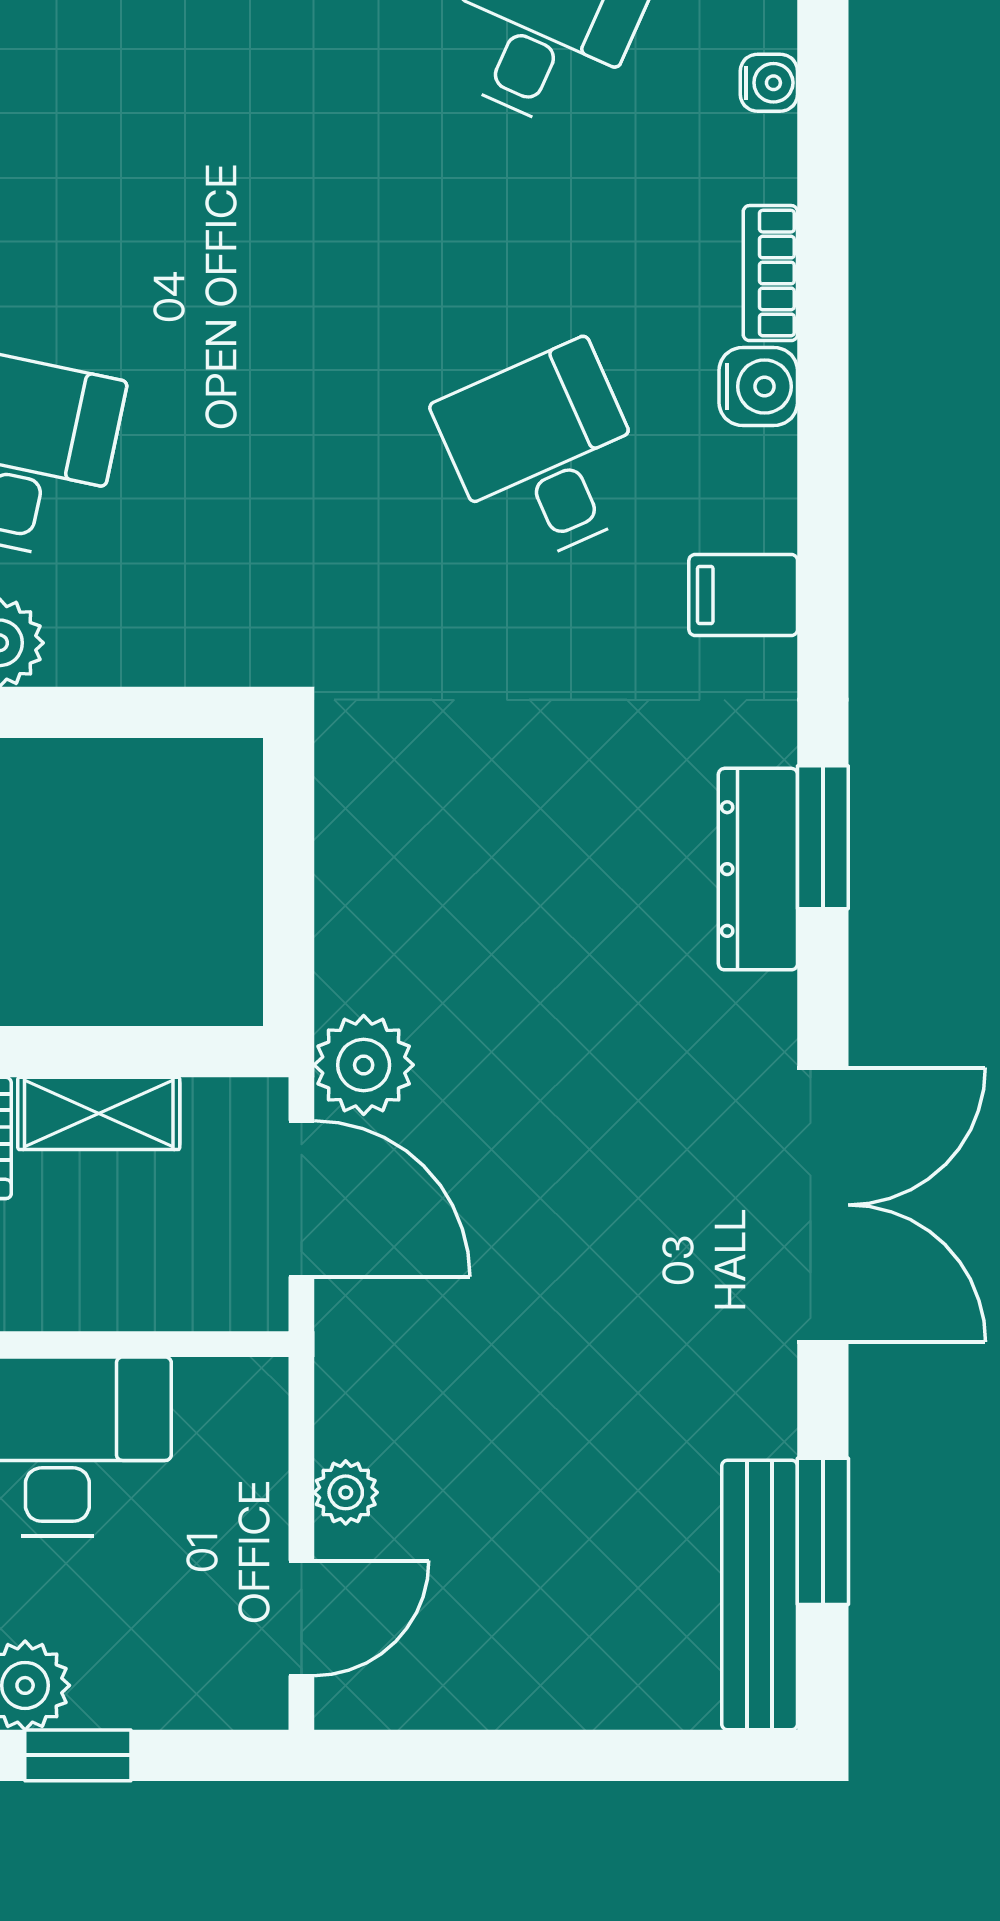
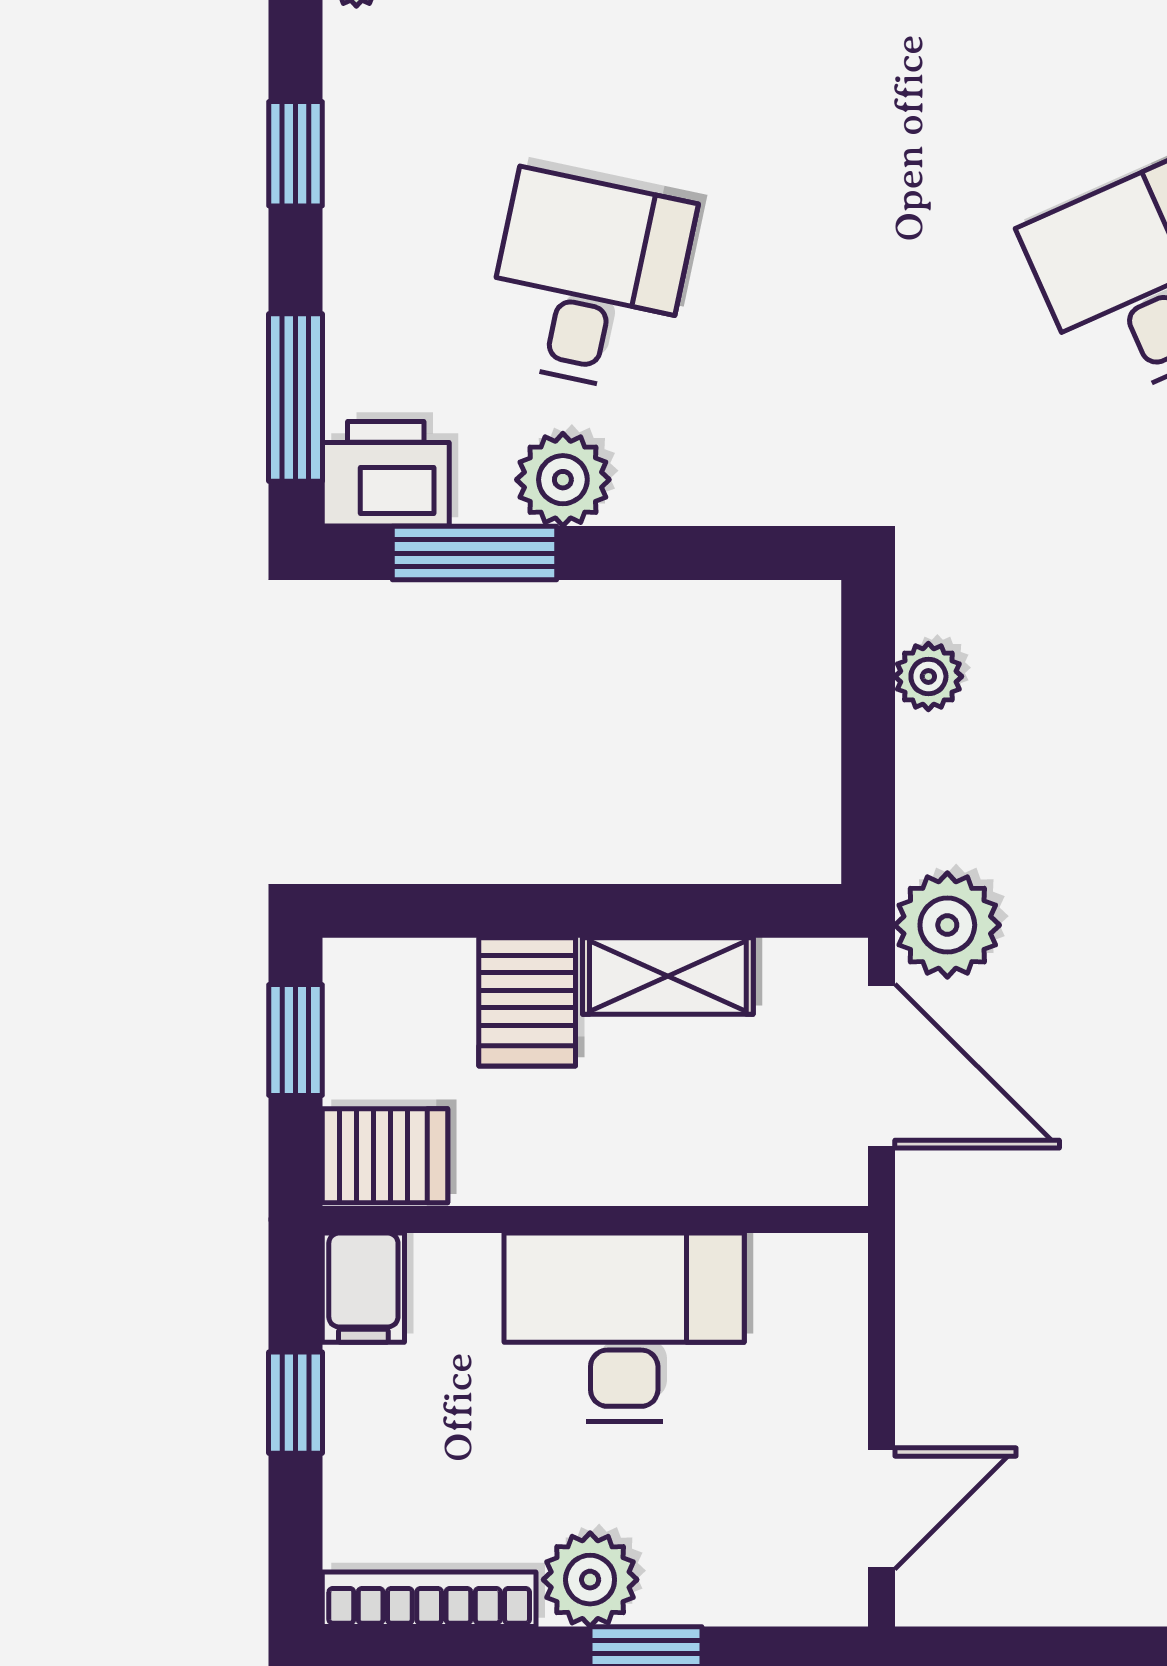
plant: (346, 1492) -> (928, 676), moved

